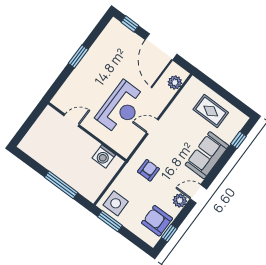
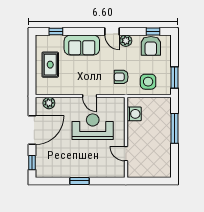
side table: (116, 203) -> (148, 82), moved

